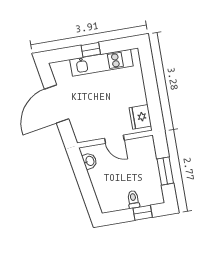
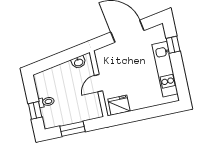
window: (91, 50) -> (173, 45), moved

